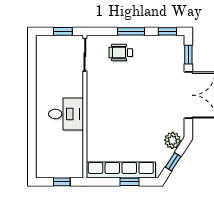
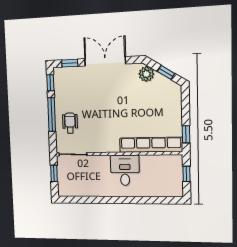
window: (131, 31) -> (52, 115), width x1.44
wheelchair: (121, 53) -> (70, 123), turned 180
row of seats: (121, 170) -> (151, 145), moved, turned 90
window: (130, 182) -> (186, 134), moved

